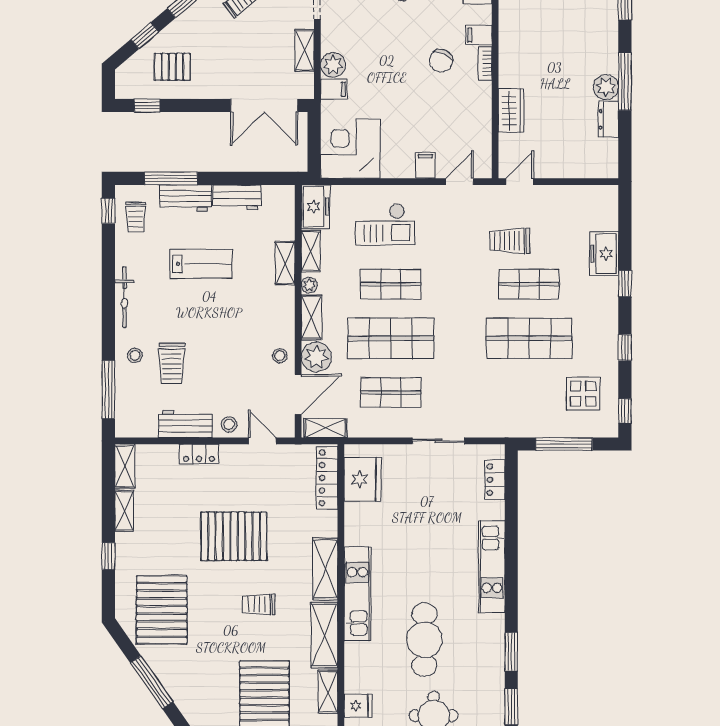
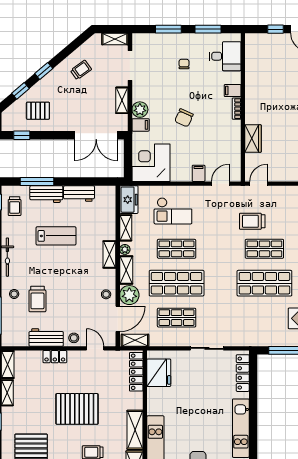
chair: (441, 61) -> (184, 118), moved
shelving: (285, 263) -> (109, 254), moved
locker: (495, 480) -> (243, 373), width x1.53

